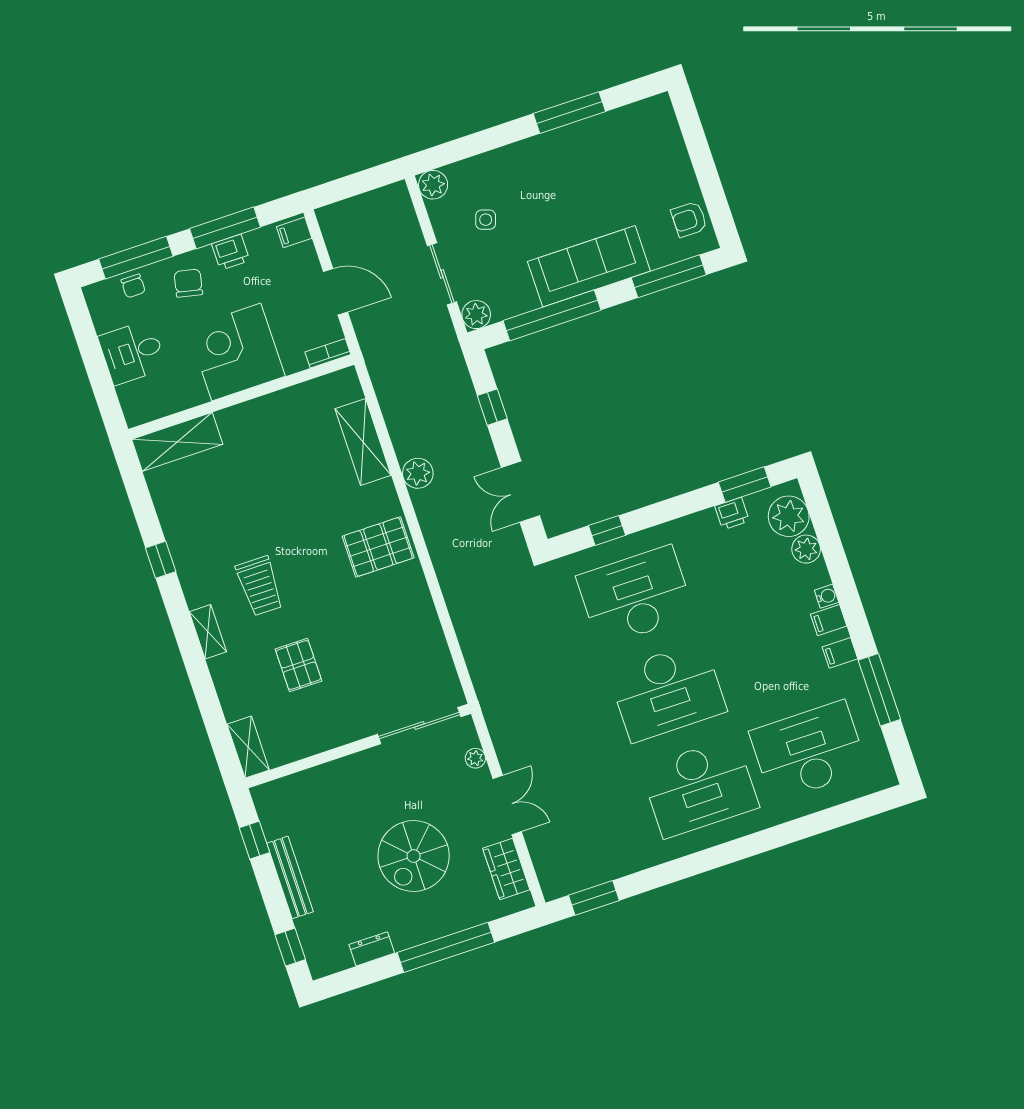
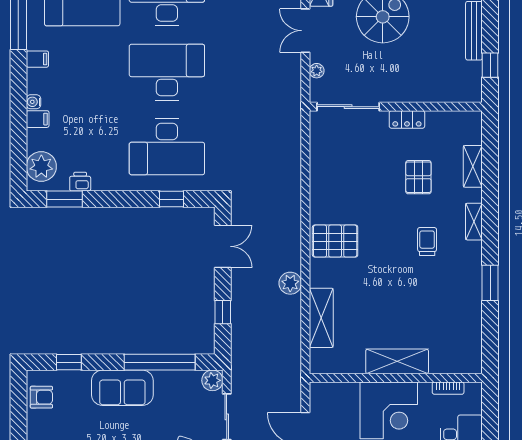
sofa: (589, 266) -> (122, 388), width x0.73
window: (669, 276) -> (69, 362), width x0.46
bookcase: (328, 353) -> (448, 388), moved
shelving: (177, 442) -> (397, 361), moved
plant: (806, 549) -> (37, 140), removed
window: (161, 560) -> (490, 283), width x1.50
trolley: (260, 586) -> (427, 242), width x0.73, depth x0.72
filing cabinet: (829, 620) -> (38, 119), moved
locker: (338, 734) -> (407, 119), added
shelving: (248, 747) -> (473, 166), moved

